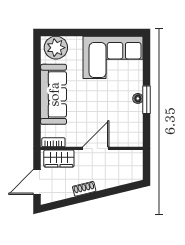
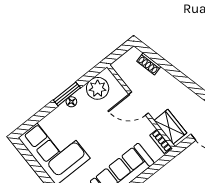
plant: (132, 127) -> (98, 88), added
shoe rack: (84, 189) -> (149, 64), moved

